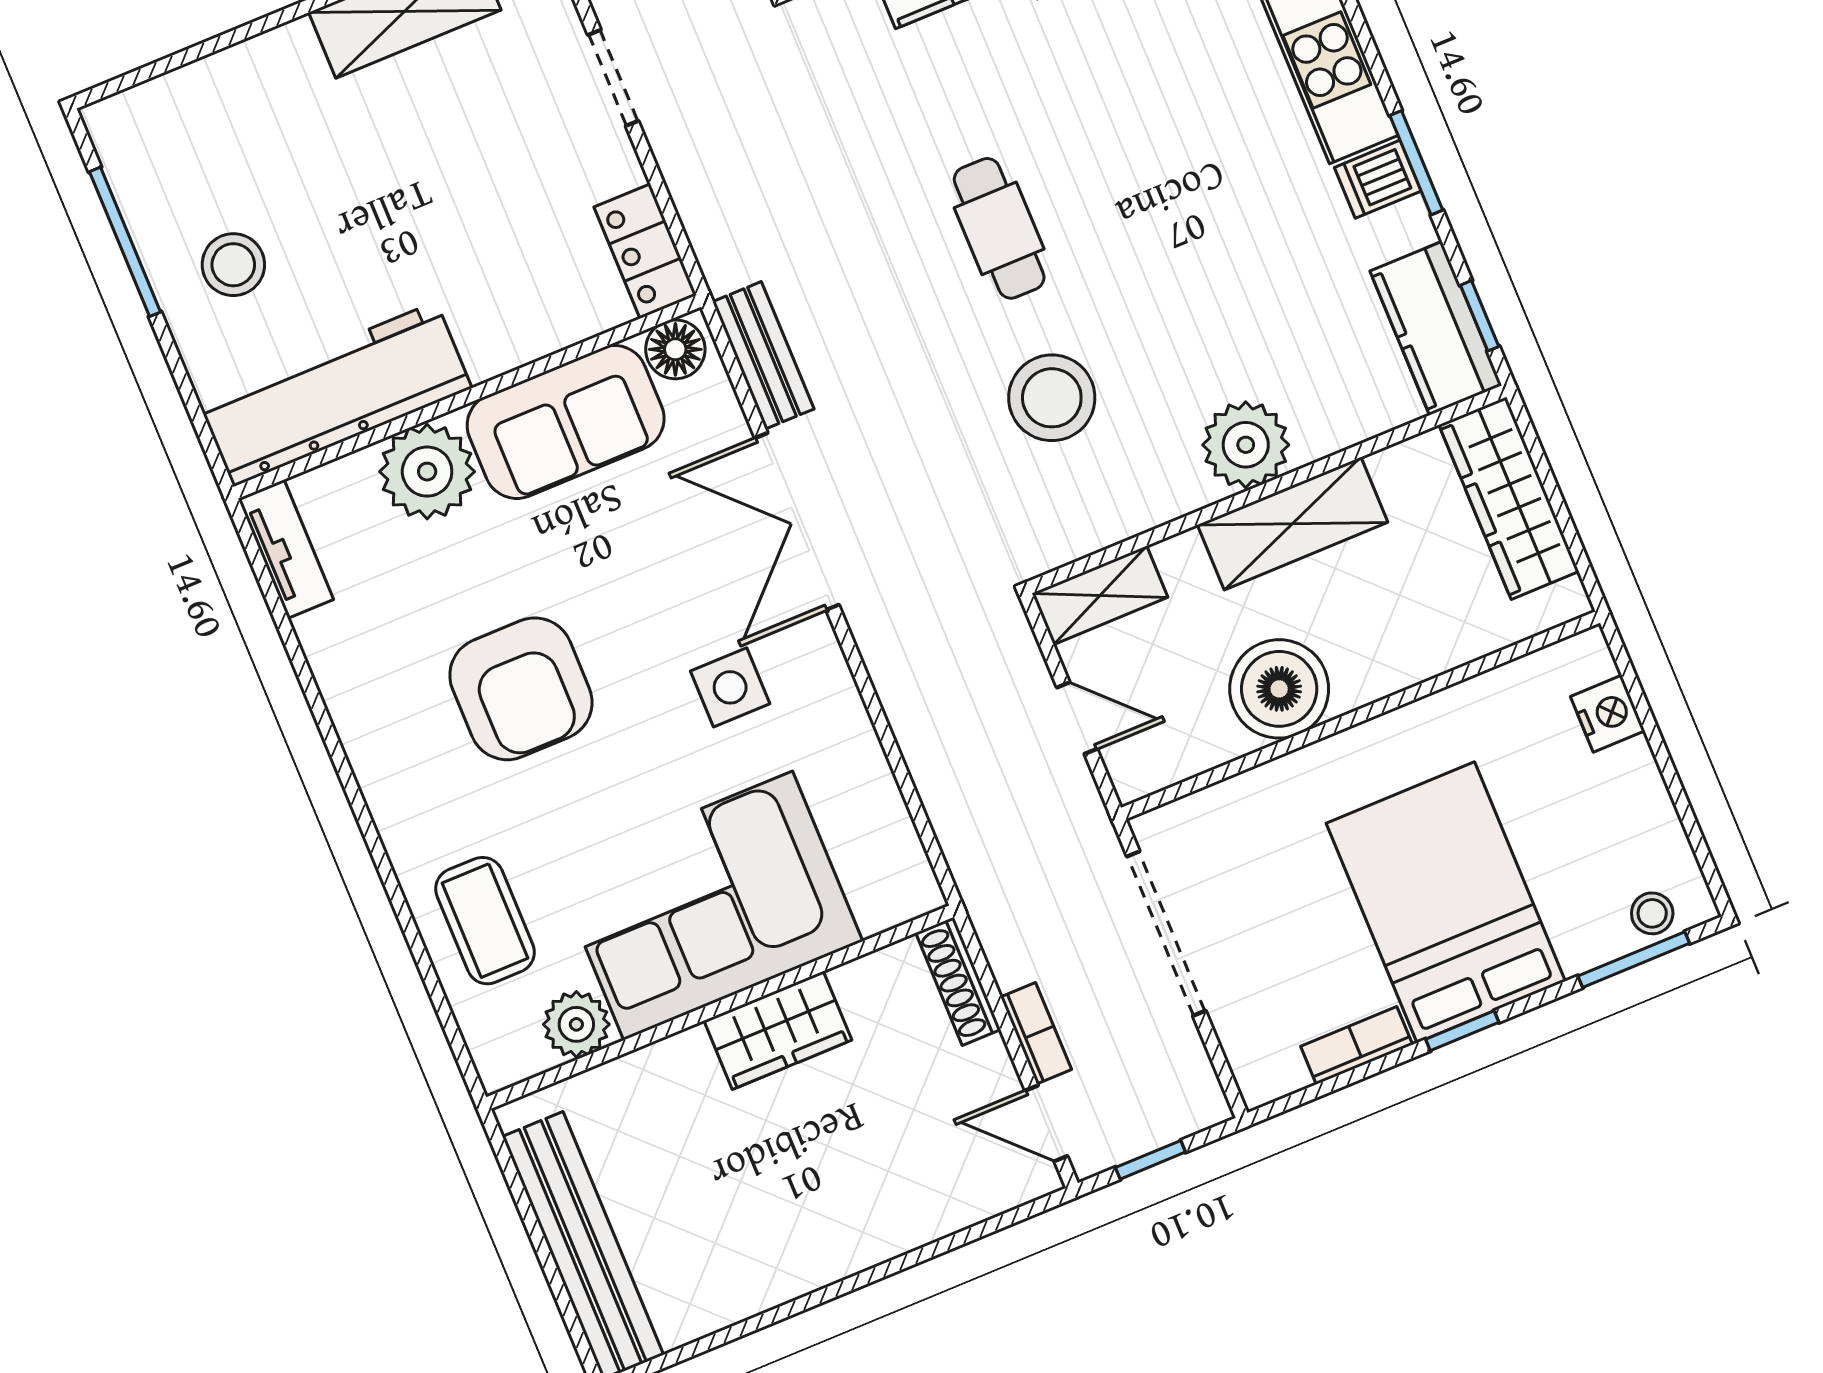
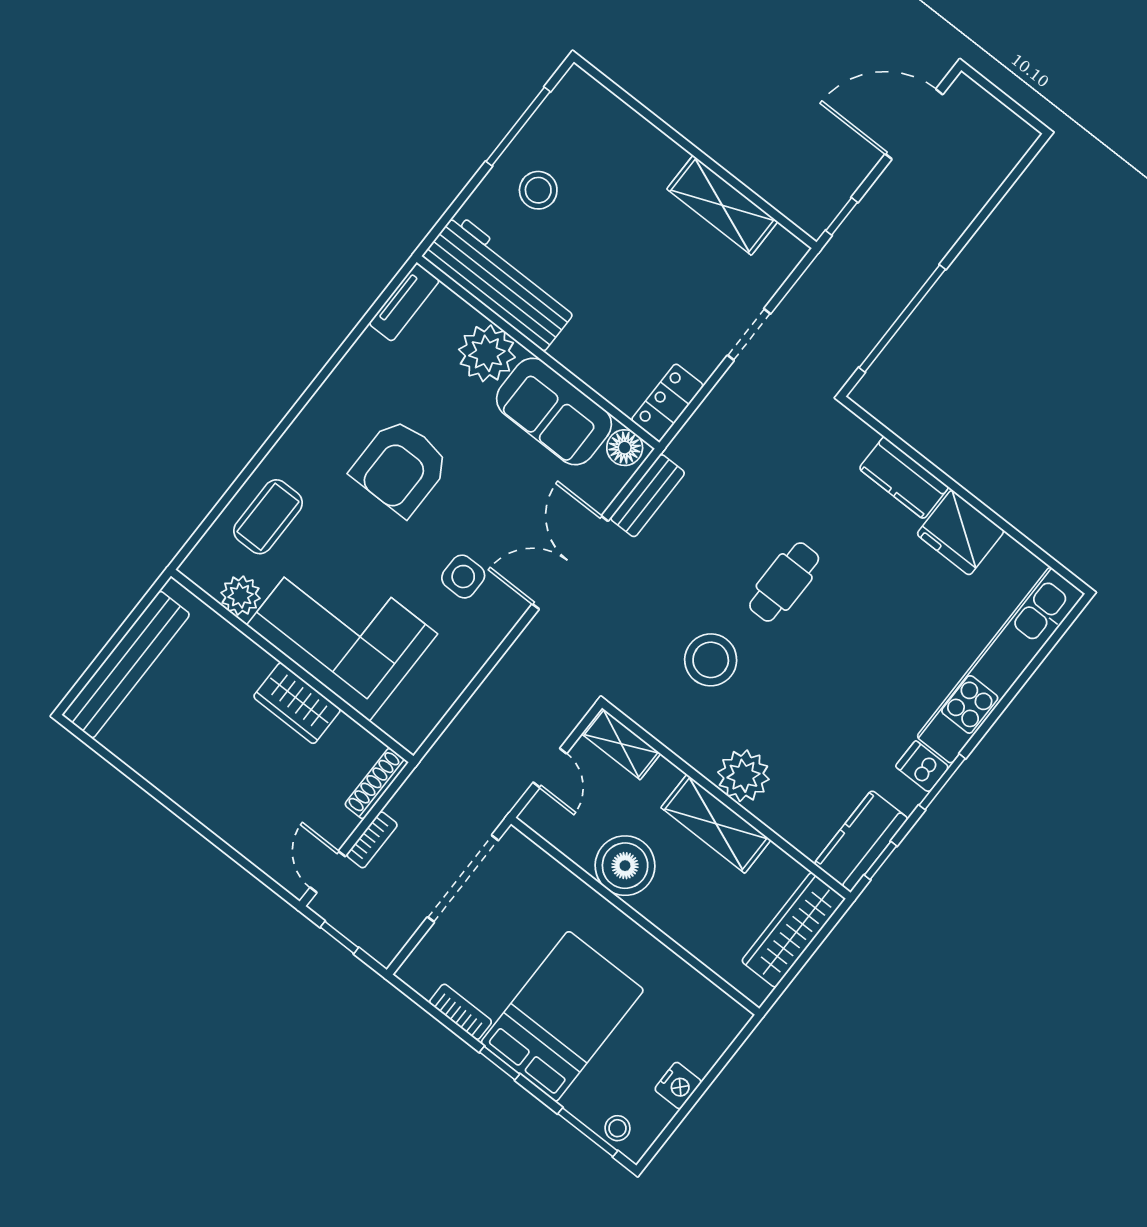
nightstand: (1608, 714) -> (678, 1086), moved

